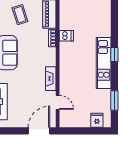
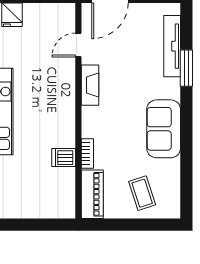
door: (58, 102) -> (78, 45), hinge flipped

